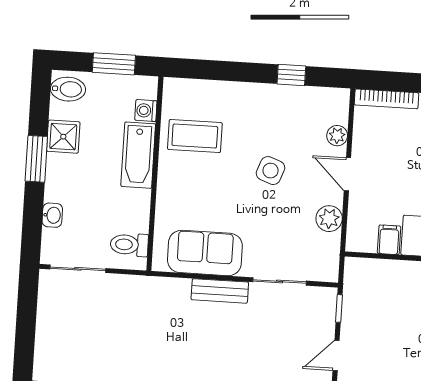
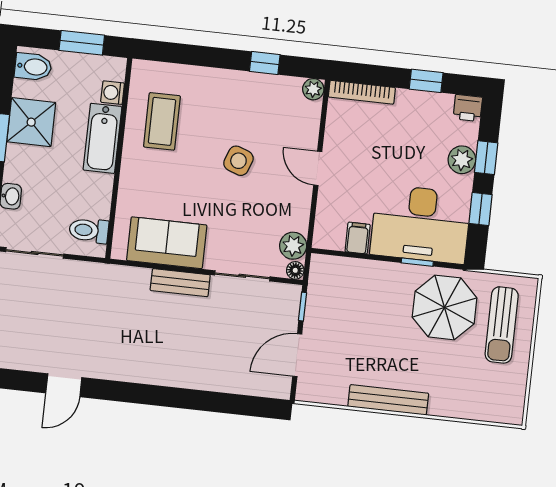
coffee table: (195, 136) -> (162, 121), turned 90
plant: (337, 136) -> (313, 89), moved
shower: (63, 137) -> (31, 122), width x1.36, depth x1.36
plant: (329, 219) -> (293, 246), moved
floor lamp: (330, 274) -> (295, 270), added
door: (336, 355) -> (297, 355), width x1.38

